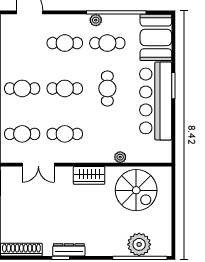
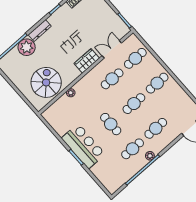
booth: (156, 37) -> (109, 175), removed
bar counter: (156, 101) -> (83, 146), width x0.73
wardrobe: (89, 175) -> (87, 61), moved
spiral stairs: (136, 190) -> (46, 82), turned 90
plant: (139, 244) -> (27, 47), moved
dresser: (69, 250) -> (40, 30), moved

